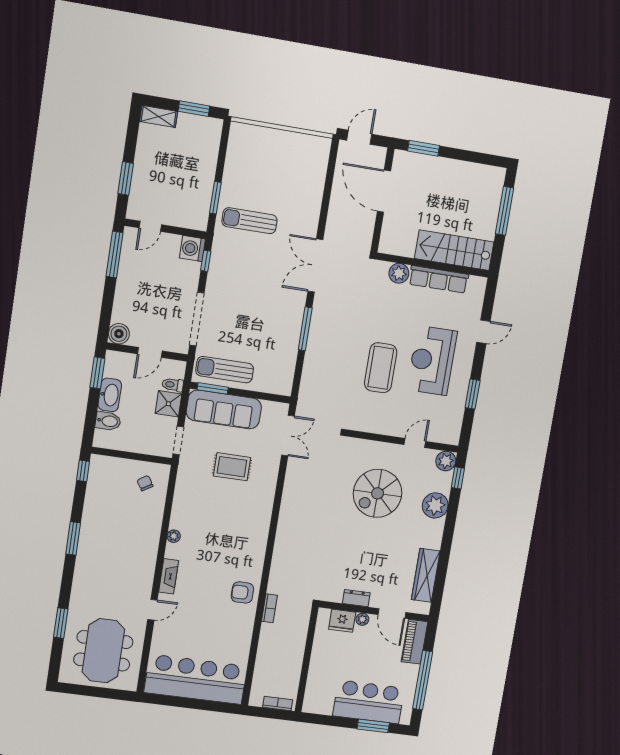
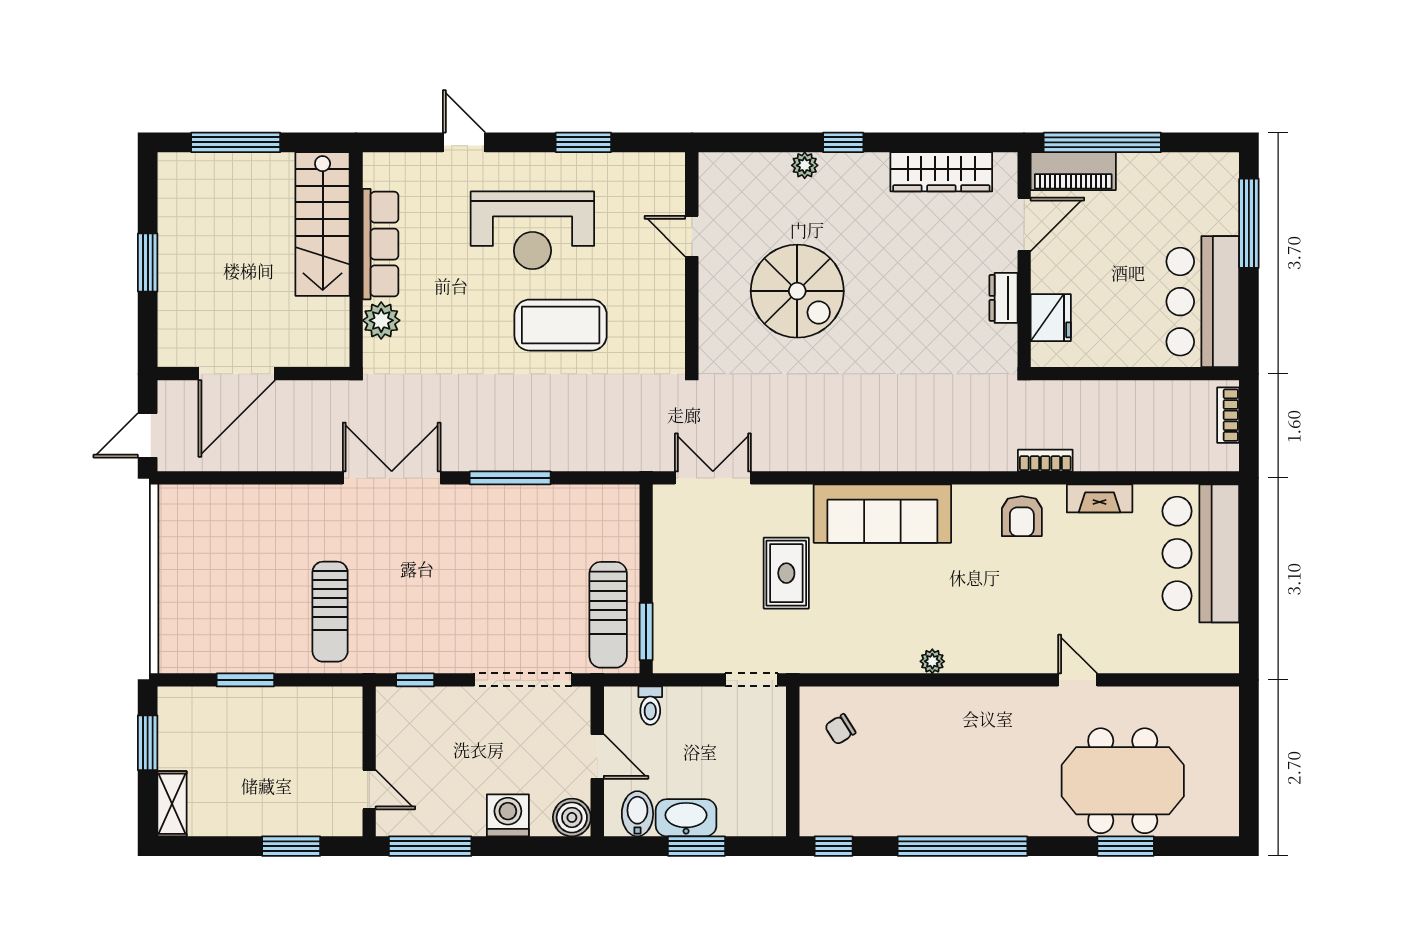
door: (359, 137) -> (148, 435), hinge flipped
window: (423, 148) -> (148, 262), moved
window: (215, 198) -> (245, 680), moved
washing machine: (192, 248) -> (508, 815), moved, turned 180
double door: (315, 265) -> (392, 478), swing flipped
window: (97, 373) -> (696, 846), moved
shower: (168, 404) -> (686, 708), removed
sofa: (224, 409) -> (882, 514), moved, turned 90
bidet: (108, 421) -> (637, 814), moved
plant: (446, 461) -> (717, 171), removed
window: (458, 478) -> (843, 142), moved
plant: (435, 505) -> (805, 165), width x0.53, depth x0.53
window: (73, 538) -> (962, 846), width x2.11
fireplace: (169, 576) -> (1100, 498), moved, turned 180
plant: (362, 619) -> (1043, 279), removed
meeting table: (103, 651) -> (1123, 781), moved
bar counter: (196, 679) -> (1201, 553), width x0.73
window: (423, 680) -> (1102, 142), moved
bar counter: (369, 702) -> (1203, 302), moved
window: (373, 726) -> (1249, 223), width x1.44

